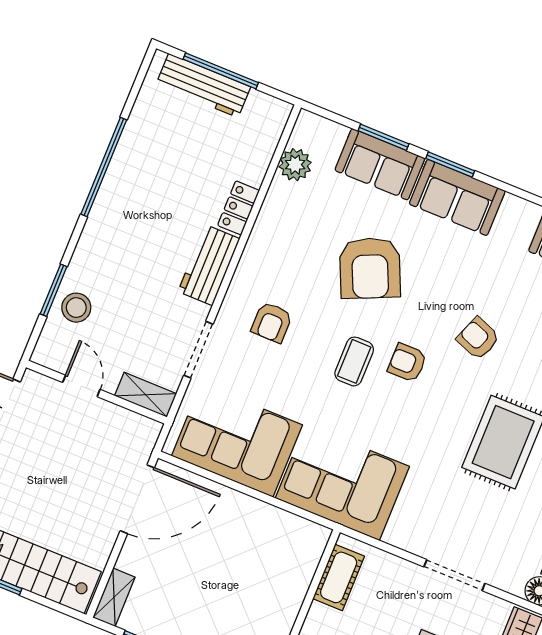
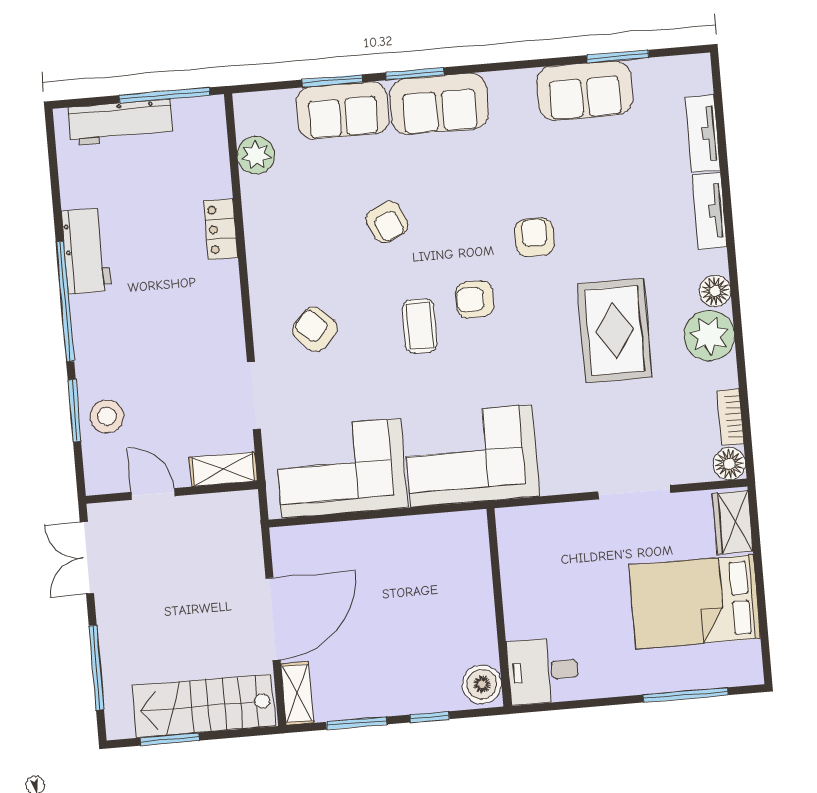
window: (221, 71) -> (165, 95), moved
window: (104, 167) -> (65, 301), moved
workbench: (209, 265) -> (86, 251), moved, turned 180
armchair: (370, 268) -> (387, 222), width x0.53, depth x0.53
armchair: (272, 322) -> (315, 329), turned 135
armchair: (478, 338) -> (535, 237), turned 69
door: (137, 499) -> (273, 619), moved
cot: (339, 577) -> (517, 555), removed

